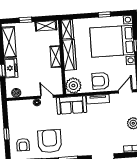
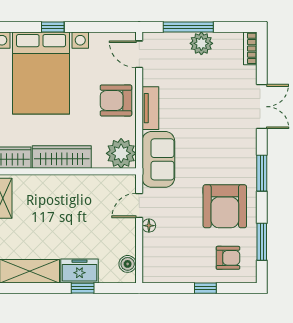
shelving: (56, 57) -> (63, 184), removed
armchair: (101, 81) -> (116, 100), turned 90
armchair: (50, 141) -> (225, 206), turned -90

